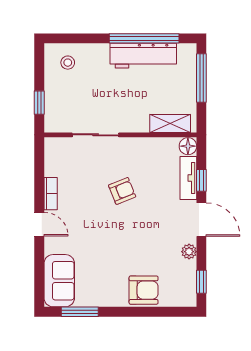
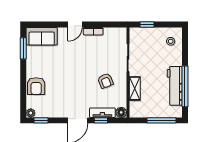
shelving: (170, 123) -> (135, 88), moved
armchair: (122, 191) -> (105, 81), moved
plant: (189, 252) -> (31, 113), moved

